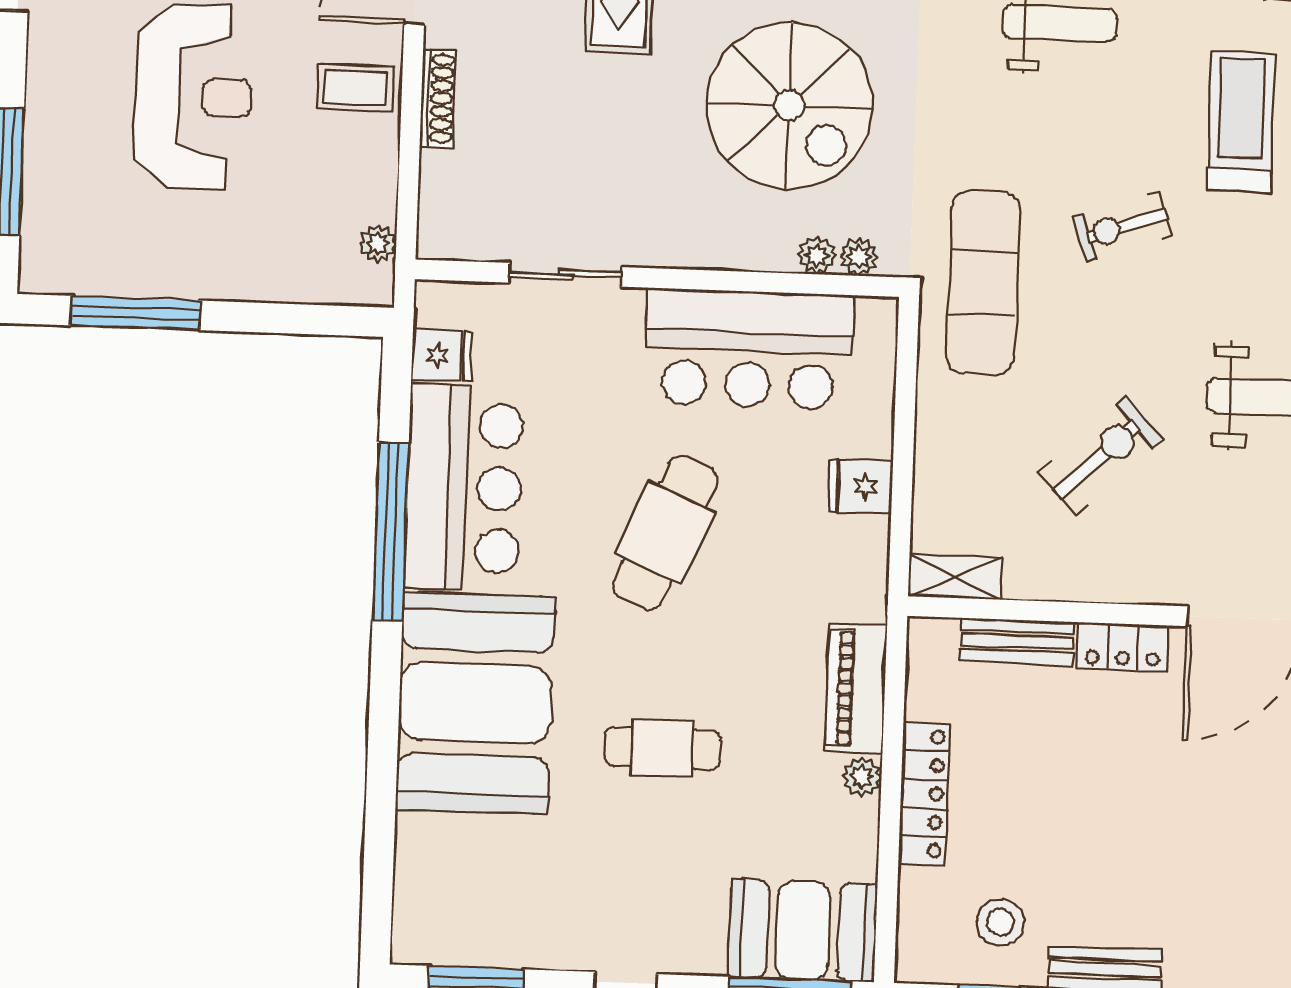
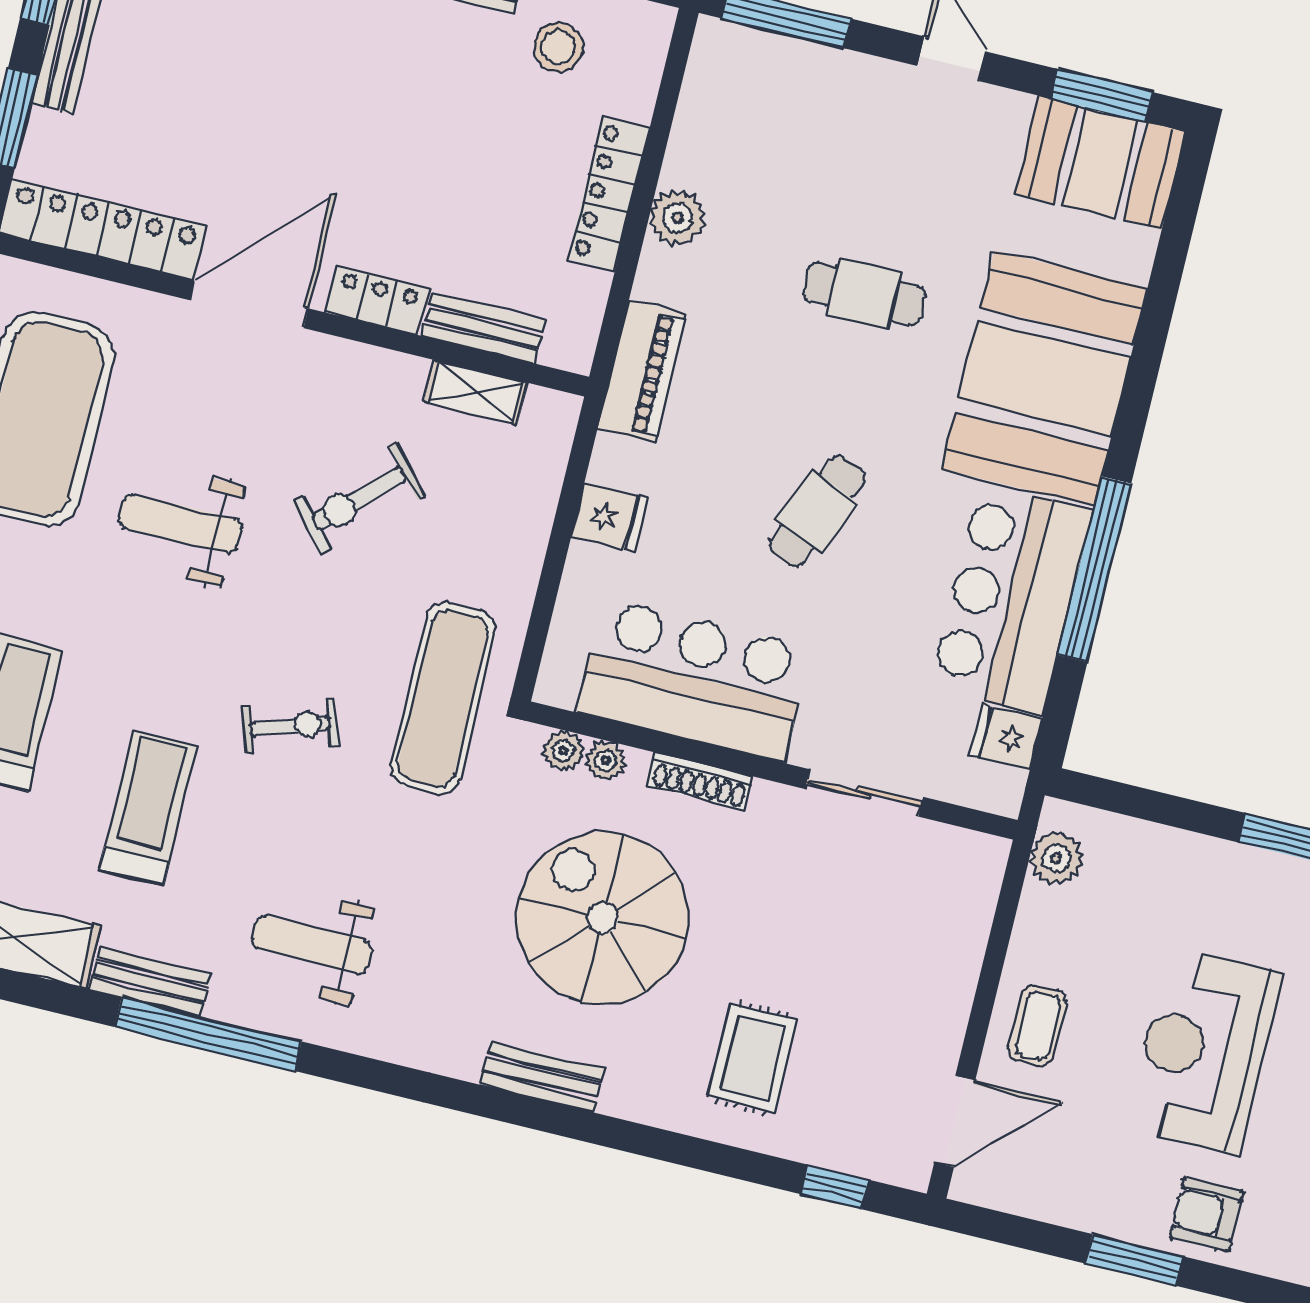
coffee table: (356, 88) -> (1037, 1026), turned 90
shoe rack: (438, 98) -> (700, 781), moved, turned -90
treadmill: (1241, 122) -> (148, 807), turned 180
plant: (378, 244) -> (1057, 858), width x1.38, depth x1.38
cafe table: (665, 533) -> (817, 511), width x0.73, depth x0.74
shelving: (955, 577) -> (476, 392), moved
piano: (856, 689) -> (642, 371), moved
plant: (862, 777) -> (677, 218), width x1.38, depth x1.38
booth: (803, 931) -> (1100, 163), moved

